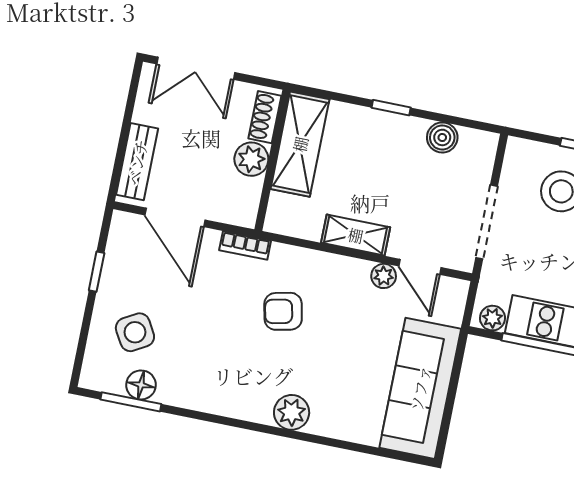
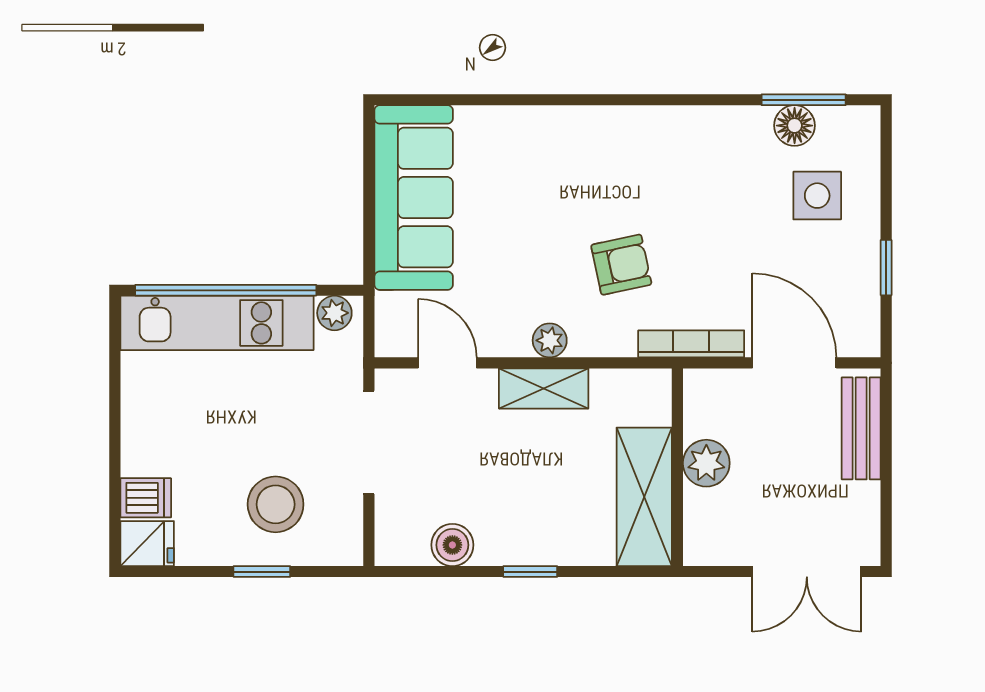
double door: (196, 68) -> (807, 572), swing flipped
shoe rack: (265, 117) -> (699, 524), removed
bookcase: (245, 246) -> (691, 344), width x1.56
plant: (384, 276) -> (550, 340), moved
side table: (135, 332) -> (817, 196), turned 30
plant: (292, 412) -> (582, 129), removed

